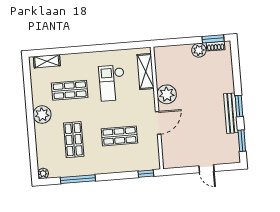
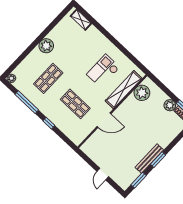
shelving: (146, 71) -> (124, 90), width x1.47
shop shelf: (70, 90) -> (76, 49), removed
plant: (167, 94) -> (142, 93), moved
window: (146, 174) -> (49, 123), moved

